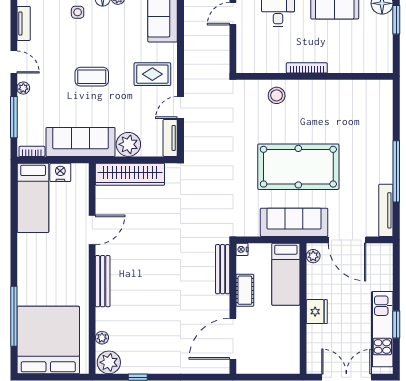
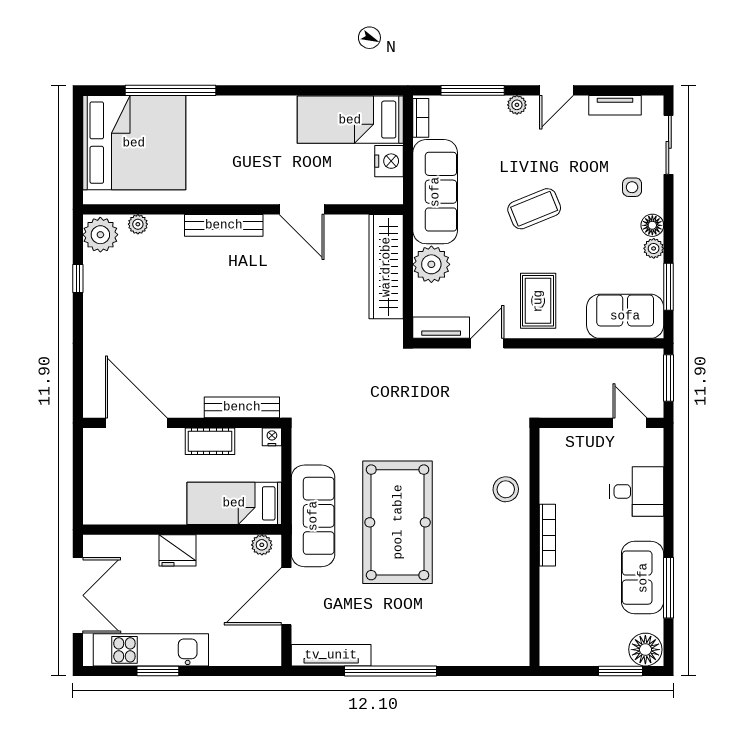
coffee table: (92, 77) -> (534, 209), turned 68
door: (180, 108) -> (487, 343), hinge flipped

